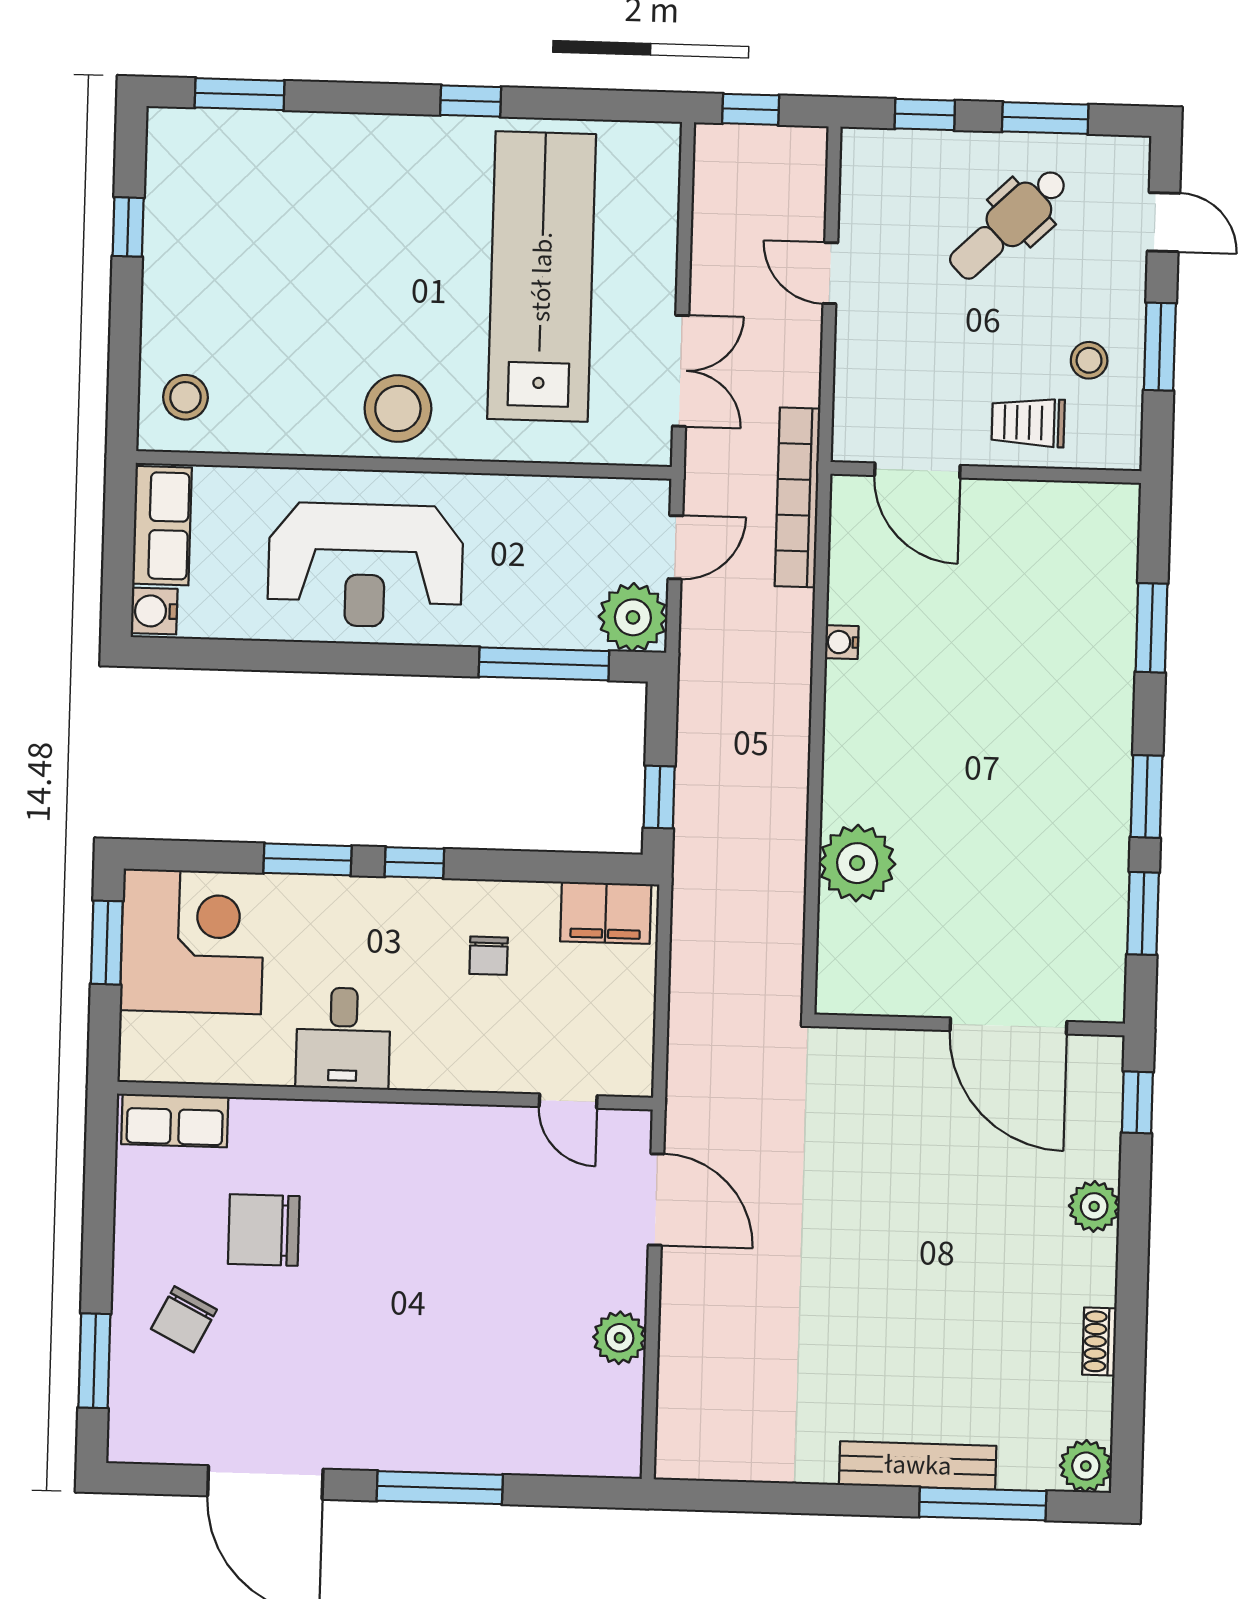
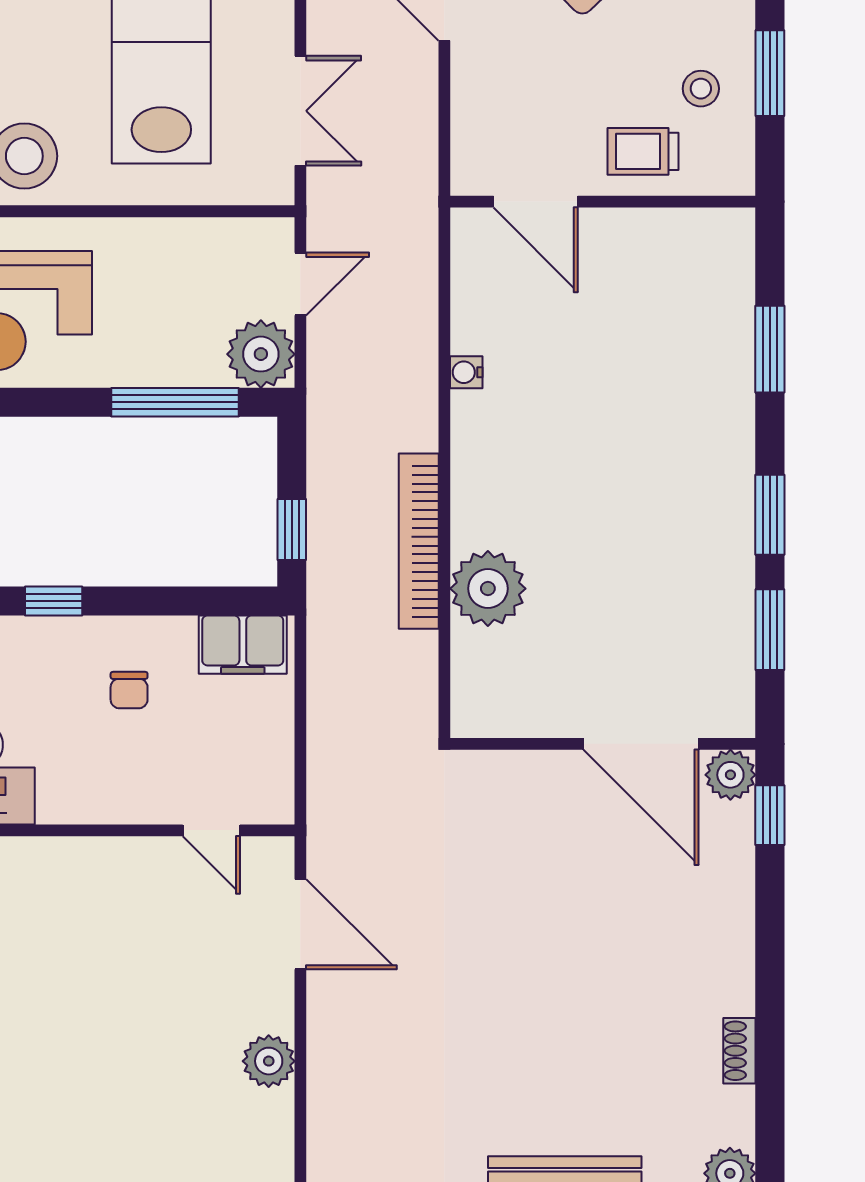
bookcase: (797, 497) -> (419, 541), moved
plant: (1094, 1206) -> (730, 775), moved

